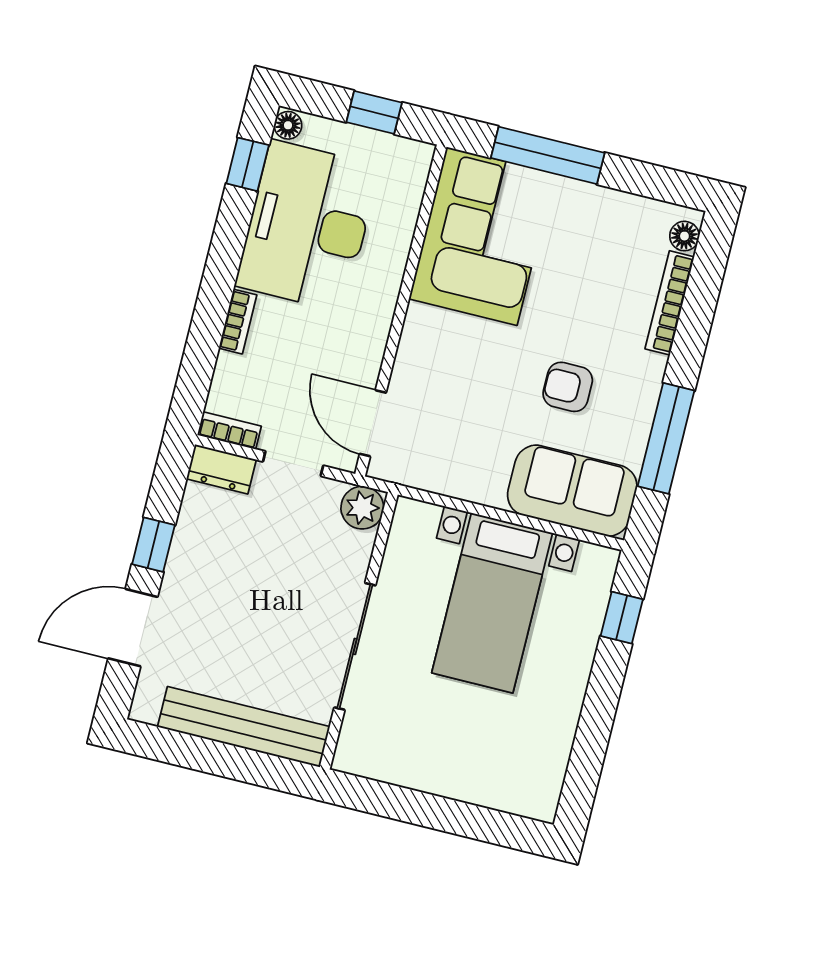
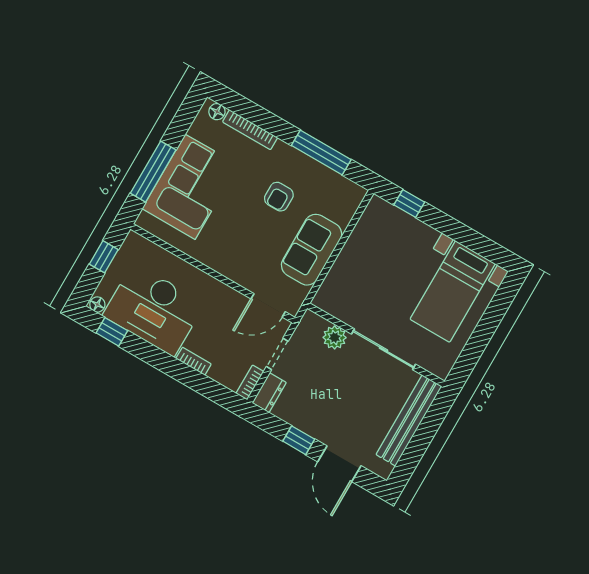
corner sofa: (482, 236) -> (190, 187), moved, turned 90
sofa: (572, 491) -> (312, 250), moved
plant: (362, 508) -> (335, 337), moved
bed with nightstands: (492, 603) -> (453, 291), moved, turned 90

